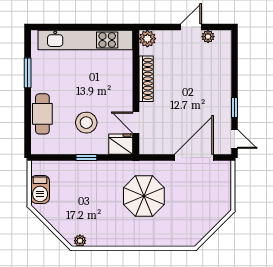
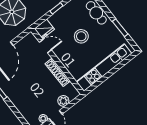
plant: (147, 39) -> (63, 101), moved
stool: (86, 123) -> (81, 36), moved

